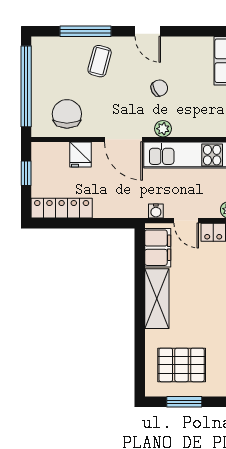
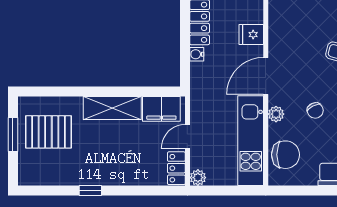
chair: (67, 114) -> (286, 155), moved
water cooler: (156, 211) -> (197, 54), moved
pallet: (182, 365) -> (48, 132), turned 90

